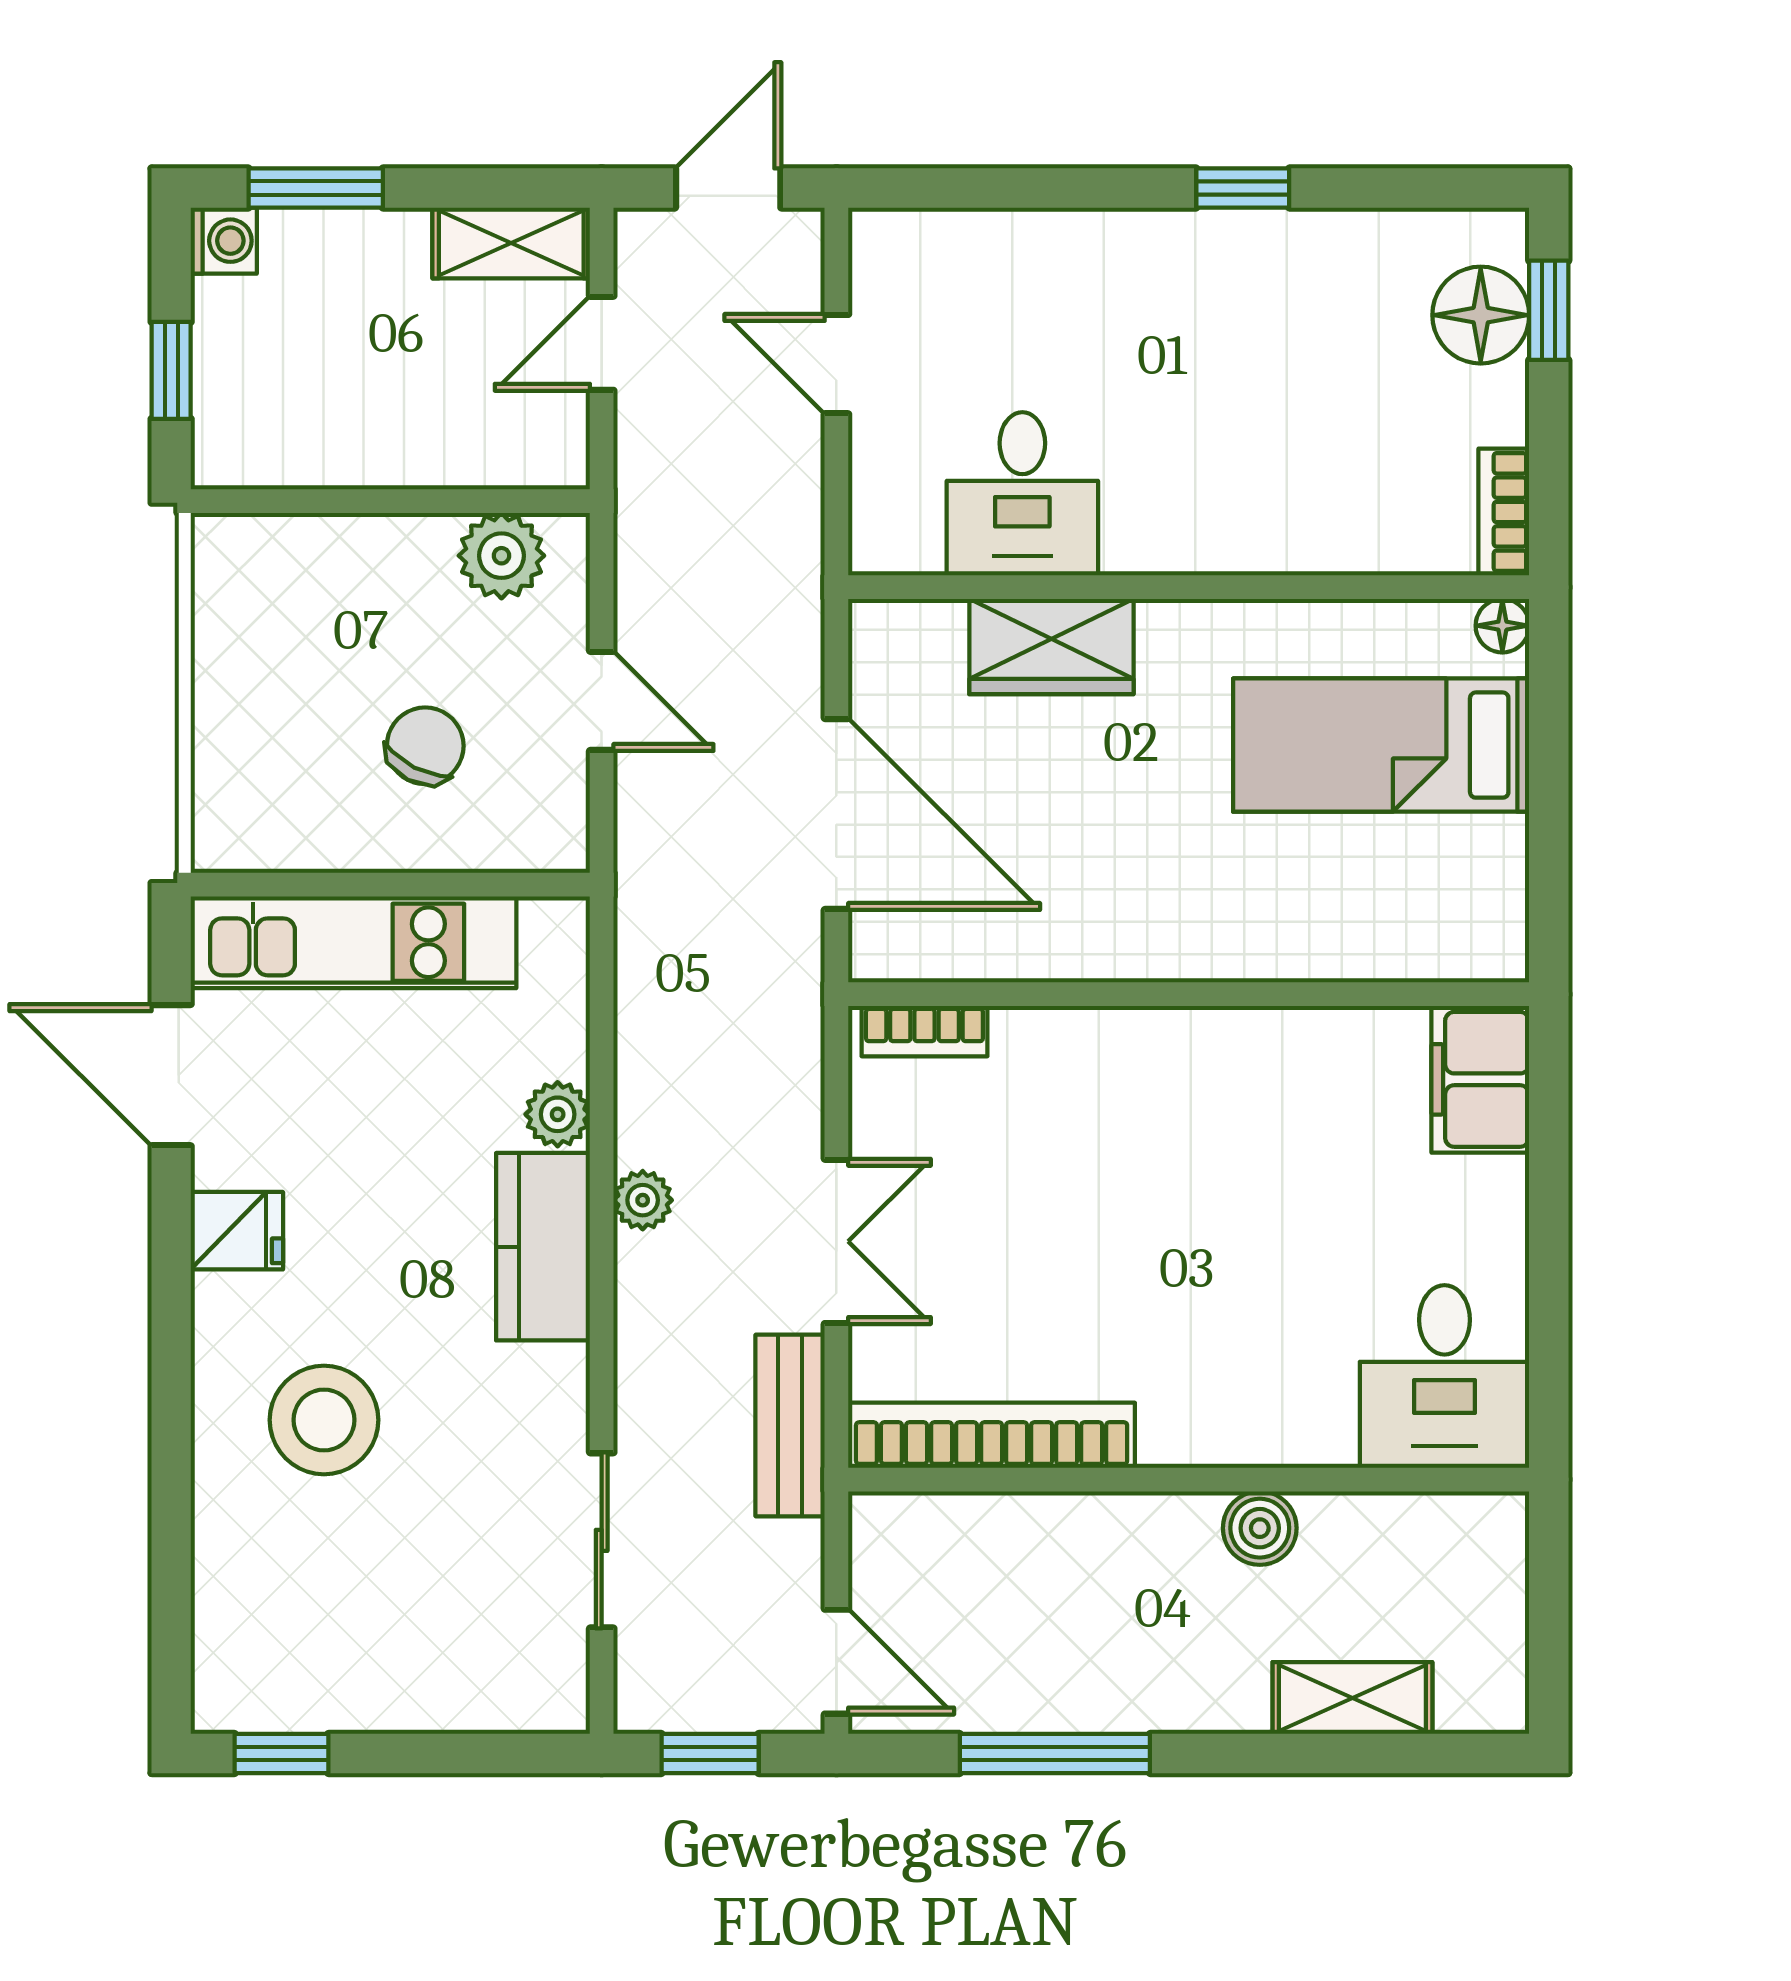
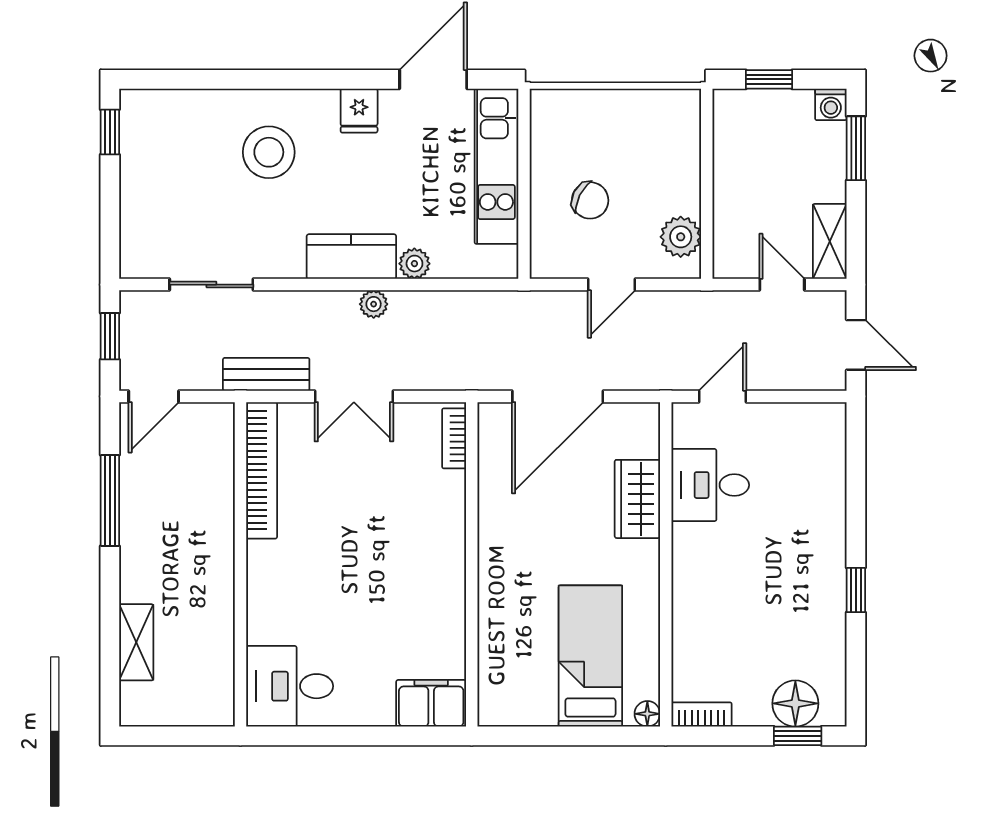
door: (836, 364) -> (722, 396), moved
boiler: (1260, 1528) -> (217, 598), removed

